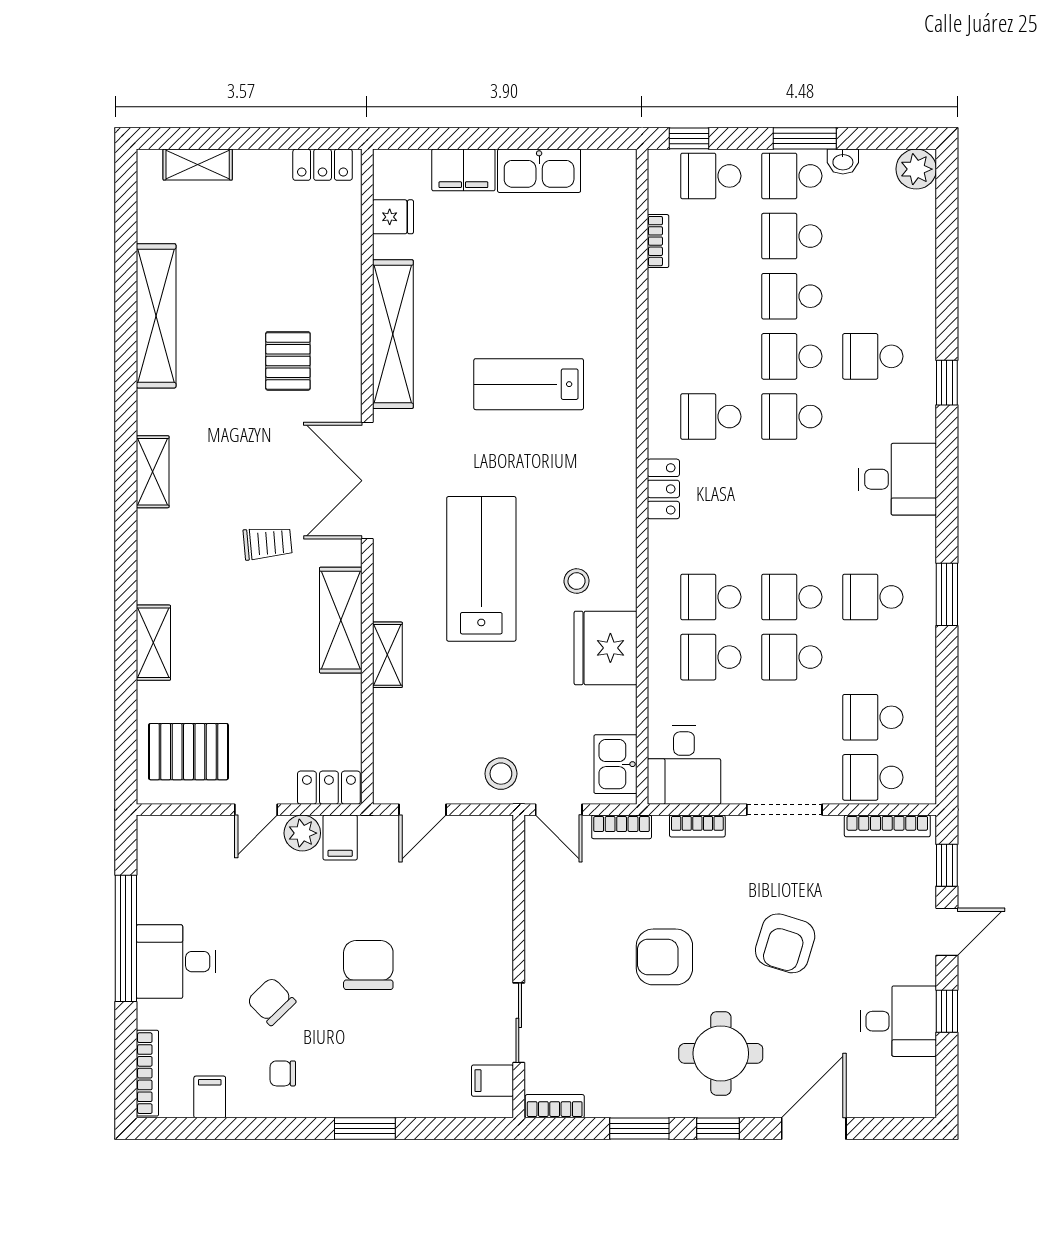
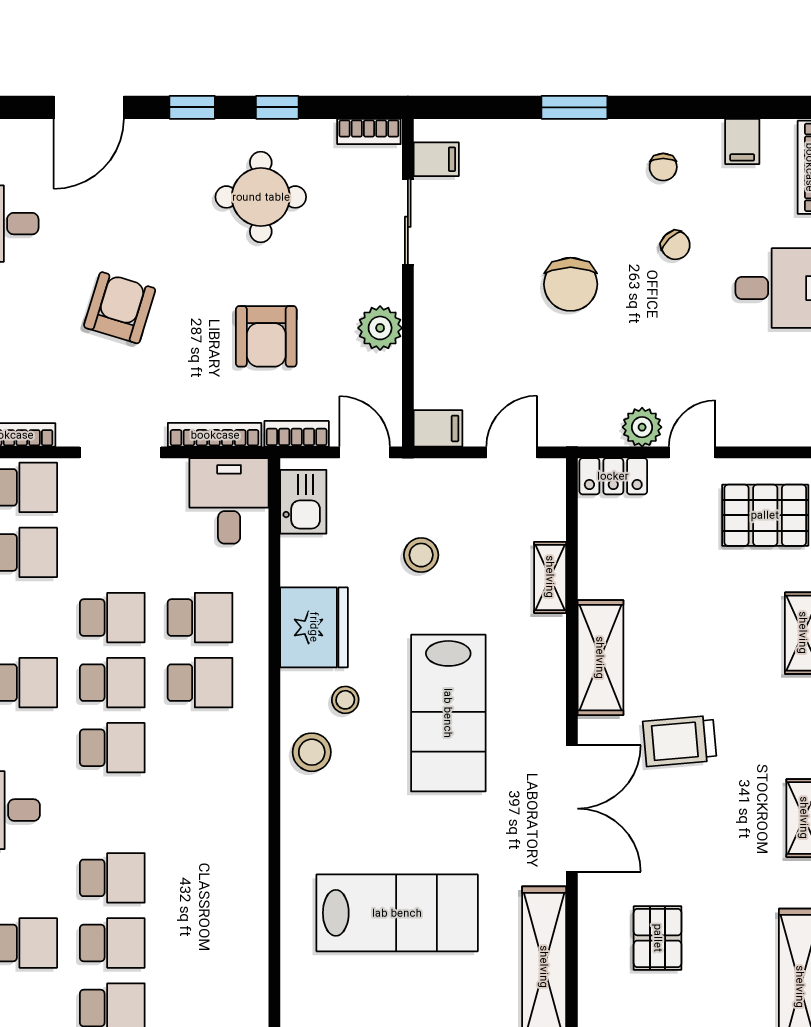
lab bench: (529, 384) -> (397, 913), width x1.36, depth x1.39
school desk: (711, 417) -> (112, 748), moved
locker: (663, 489) -> (251, 800), removed
stool: (608, 533) -> (312, 752), added
trolley: (268, 543) -> (680, 741), width x1.36, depth x1.39
shelving: (387, 655) -> (550, 577), moved
stool: (501, 774) -> (421, 555), moved
bookcase: (697, 826) -> (215, 435), width x1.56
filing cabinet: (340, 837) -> (438, 428), moved, turned 90
plant: (544, 925) -> (380, 328), added
armchair: (664, 957) -> (266, 336), moved, turned 90
chair: (271, 1001) -> (675, 245), width x0.73, depth x0.73
round table: (721, 1053) -> (261, 197), moved
chair: (283, 1073) -> (663, 167), turned 90
window: (639, 1129) -> (277, 107), width x0.67

